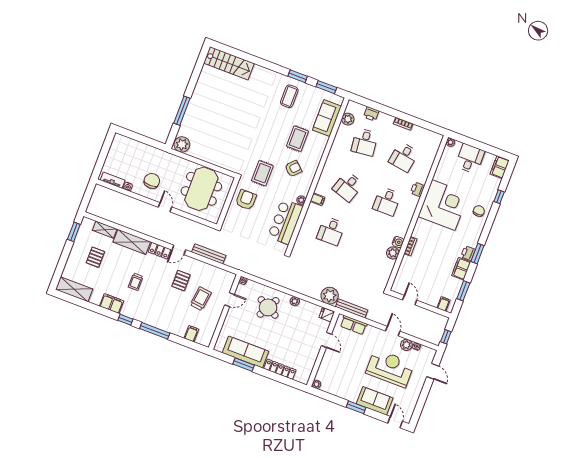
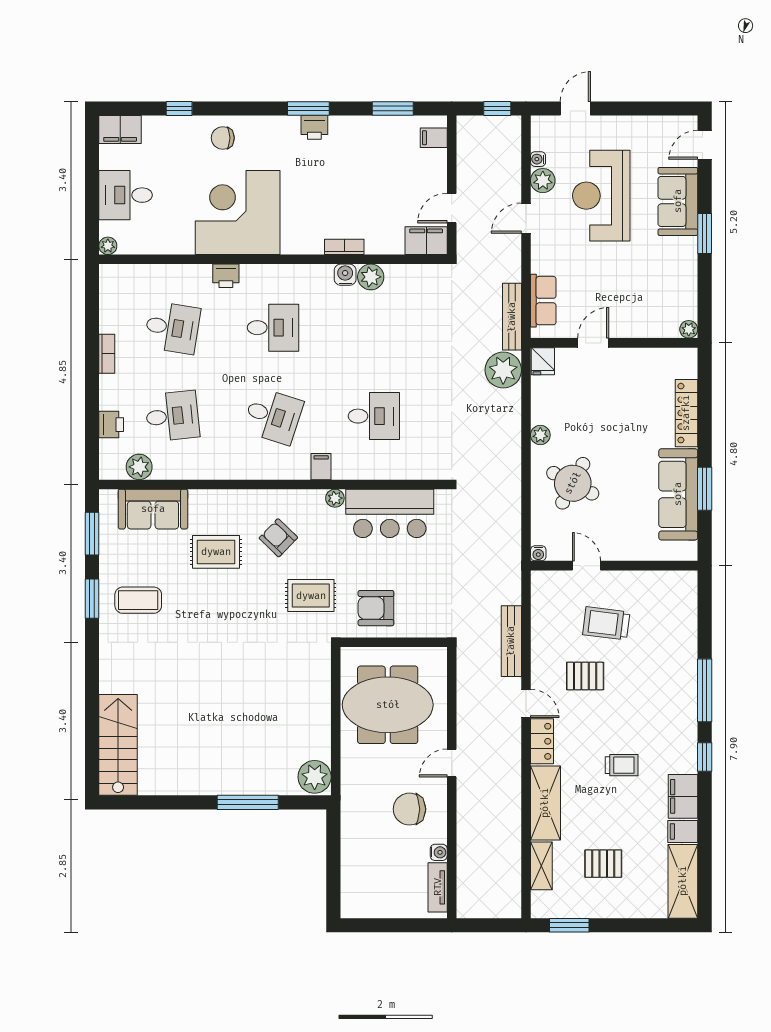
filing cabinet: (461, 269) -> (426, 241), moved, turned 180
filing cabinet: (191, 334) -> (683, 831), moved

